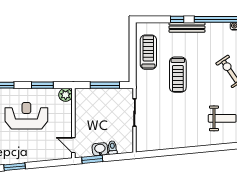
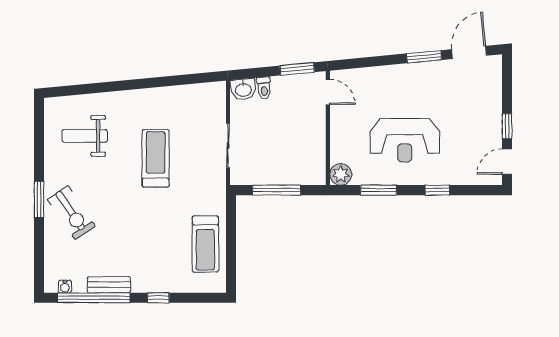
bench: (187, 27) -> (109, 285), moved, width x0.73
treadmill: (178, 75) -> (156, 158), moved
washbasin: (100, 149) -> (243, 89), moved

